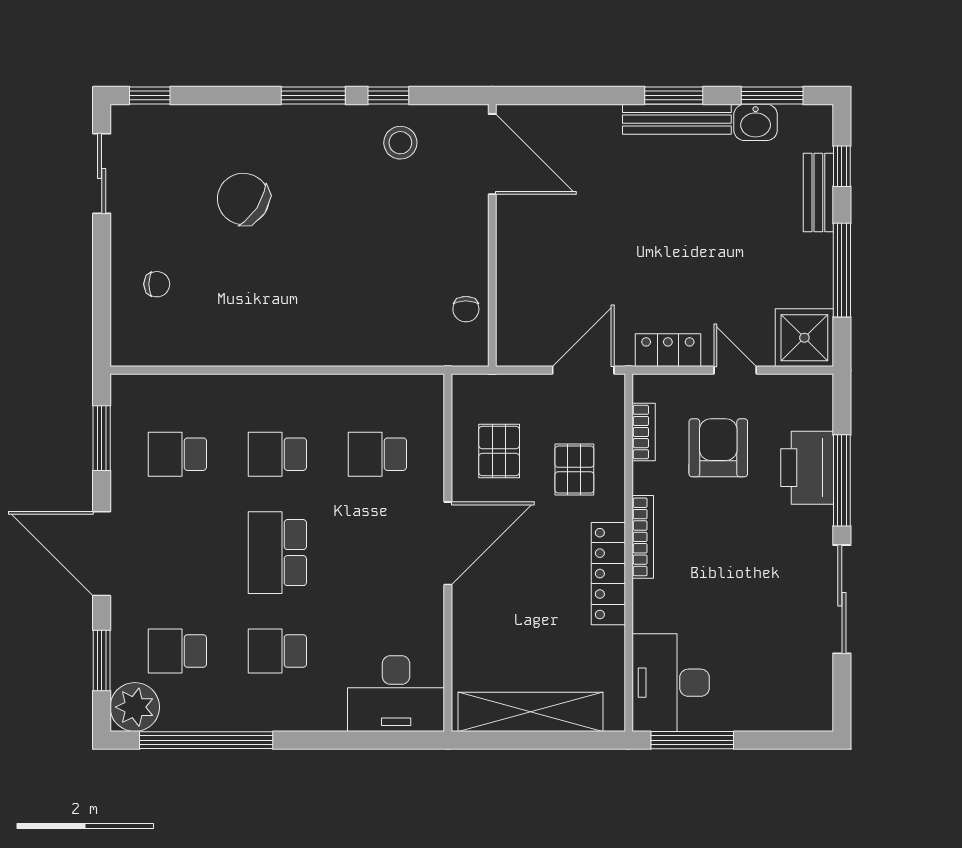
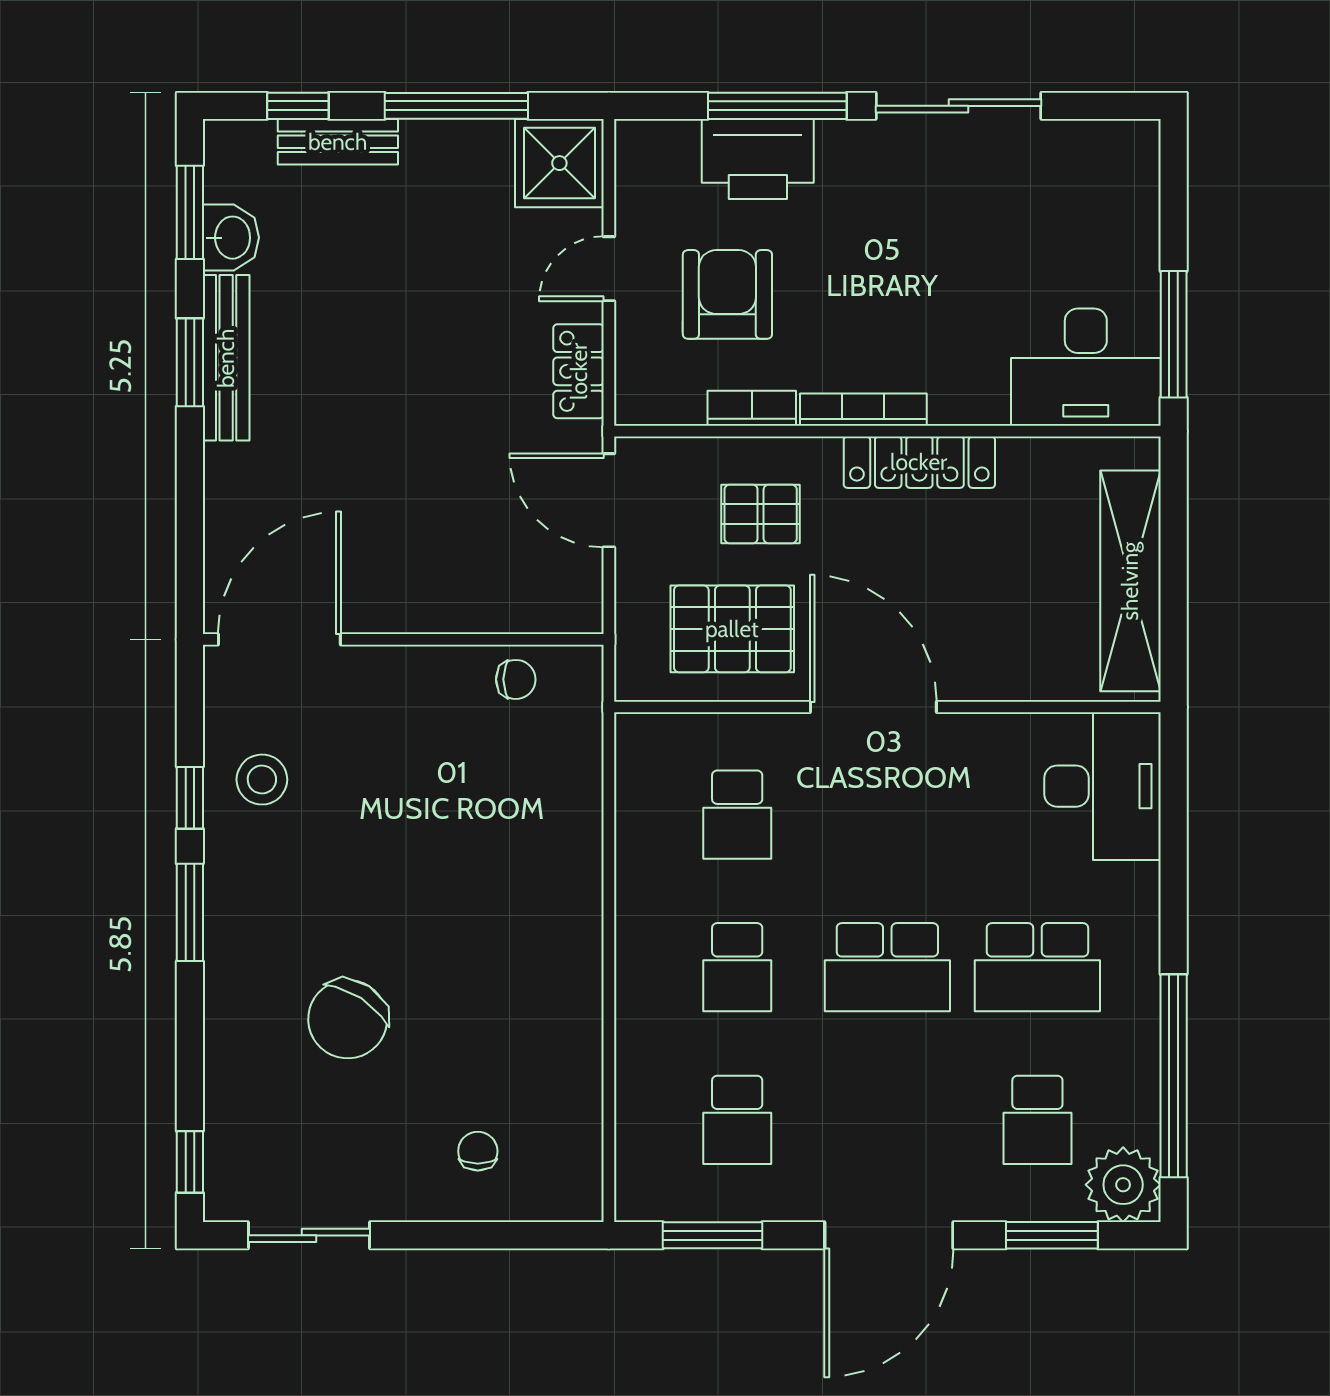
bookcase: (644, 432) -> (752, 408), moved
armchair: (718, 448) -> (727, 294), turned 90
pallet: (499, 451) -> (732, 629), width x1.50, depth x1.42
school desk: (277, 651) -> (1037, 967), width x1.85

